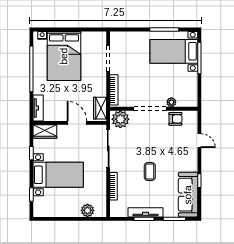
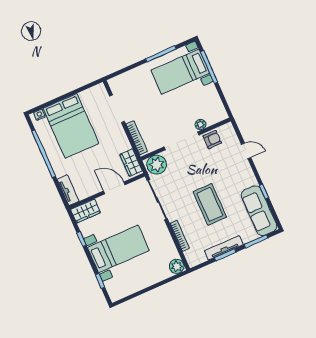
coffee table: (150, 171) -> (210, 204), width x1.86, depth x1.72
plant: (87, 210) -> (177, 266), moved

